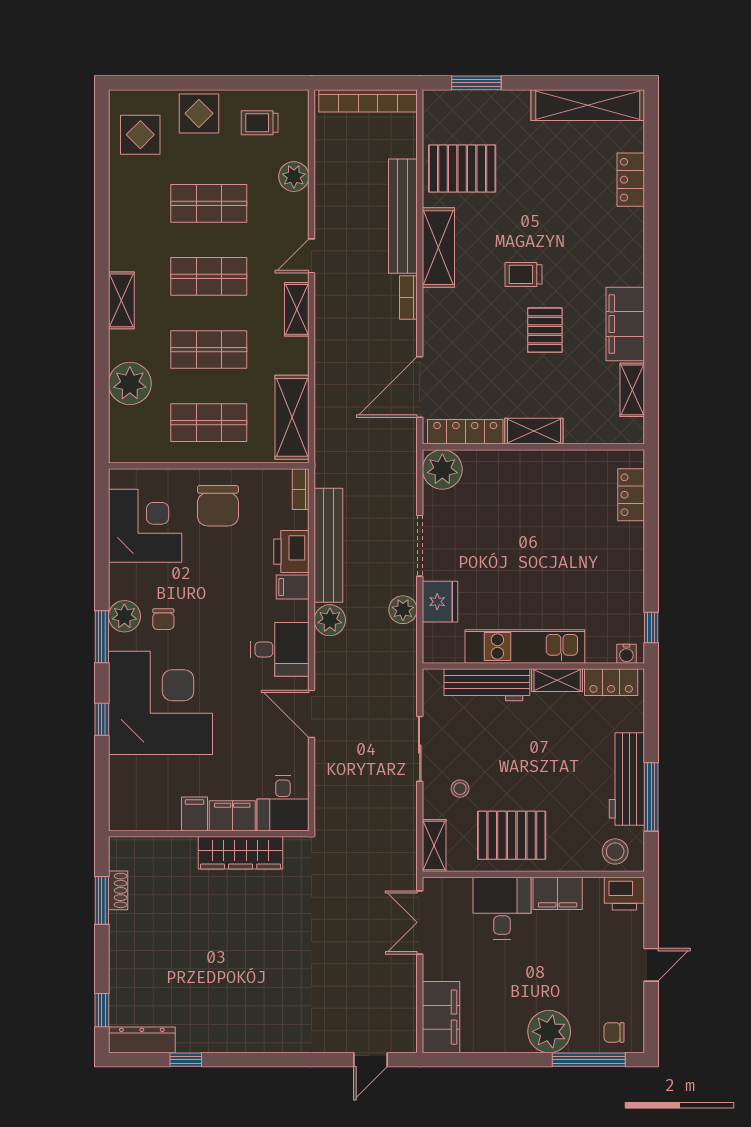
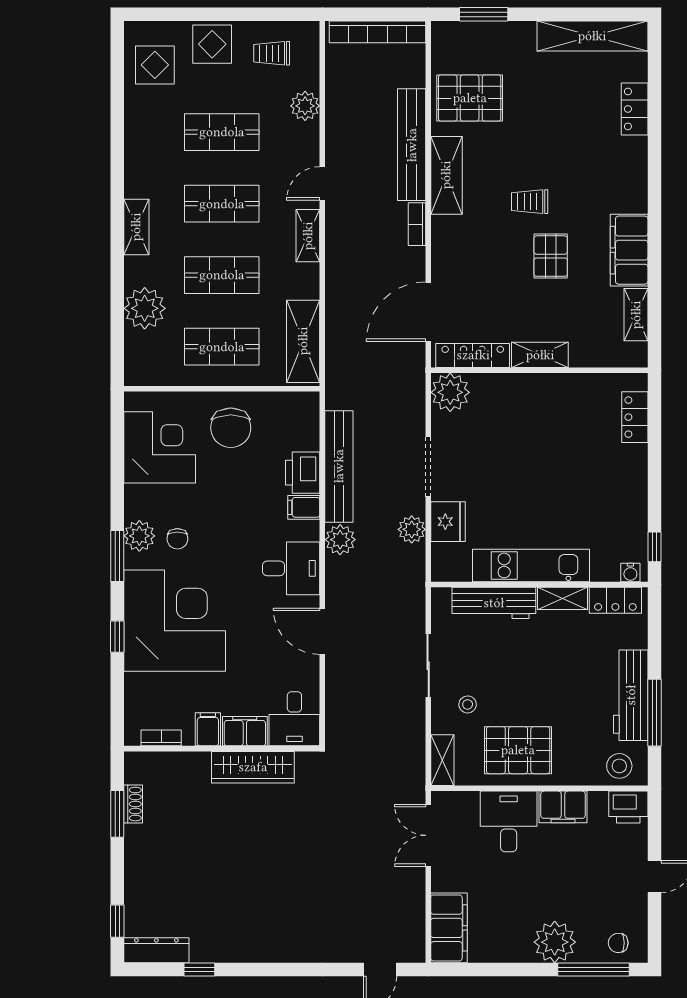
bookcase: (301, 489) -> (161, 738), moved, turned 90

